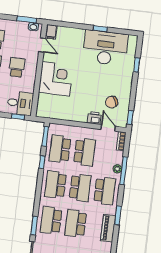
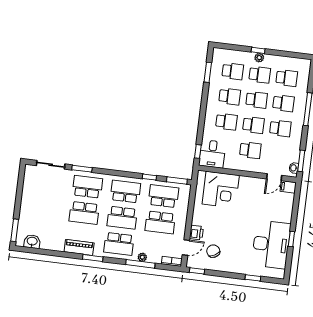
corner desk: (56, 79) -> (221, 190), moved
school desk: (76, 223) -> (84, 213), turned 180

